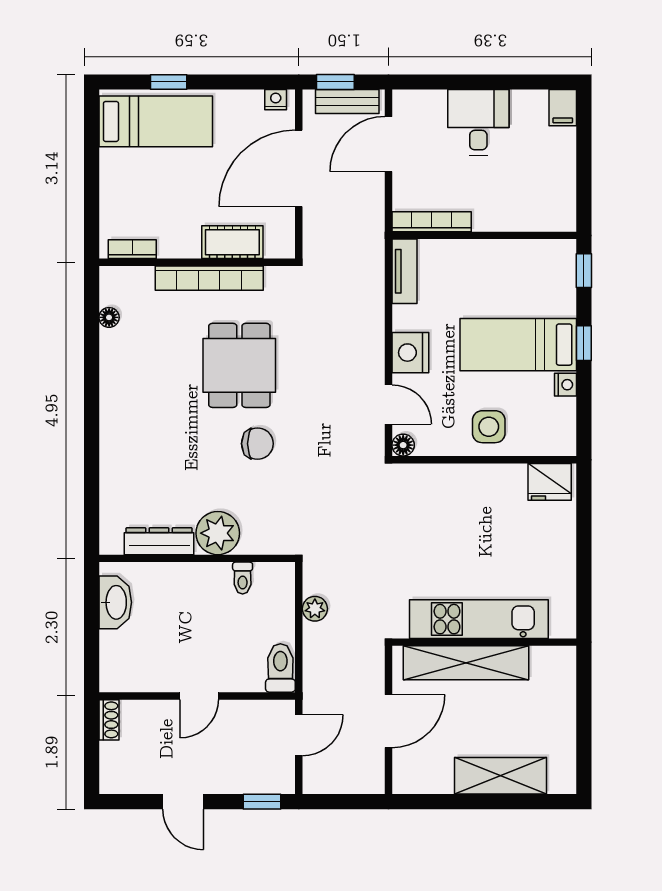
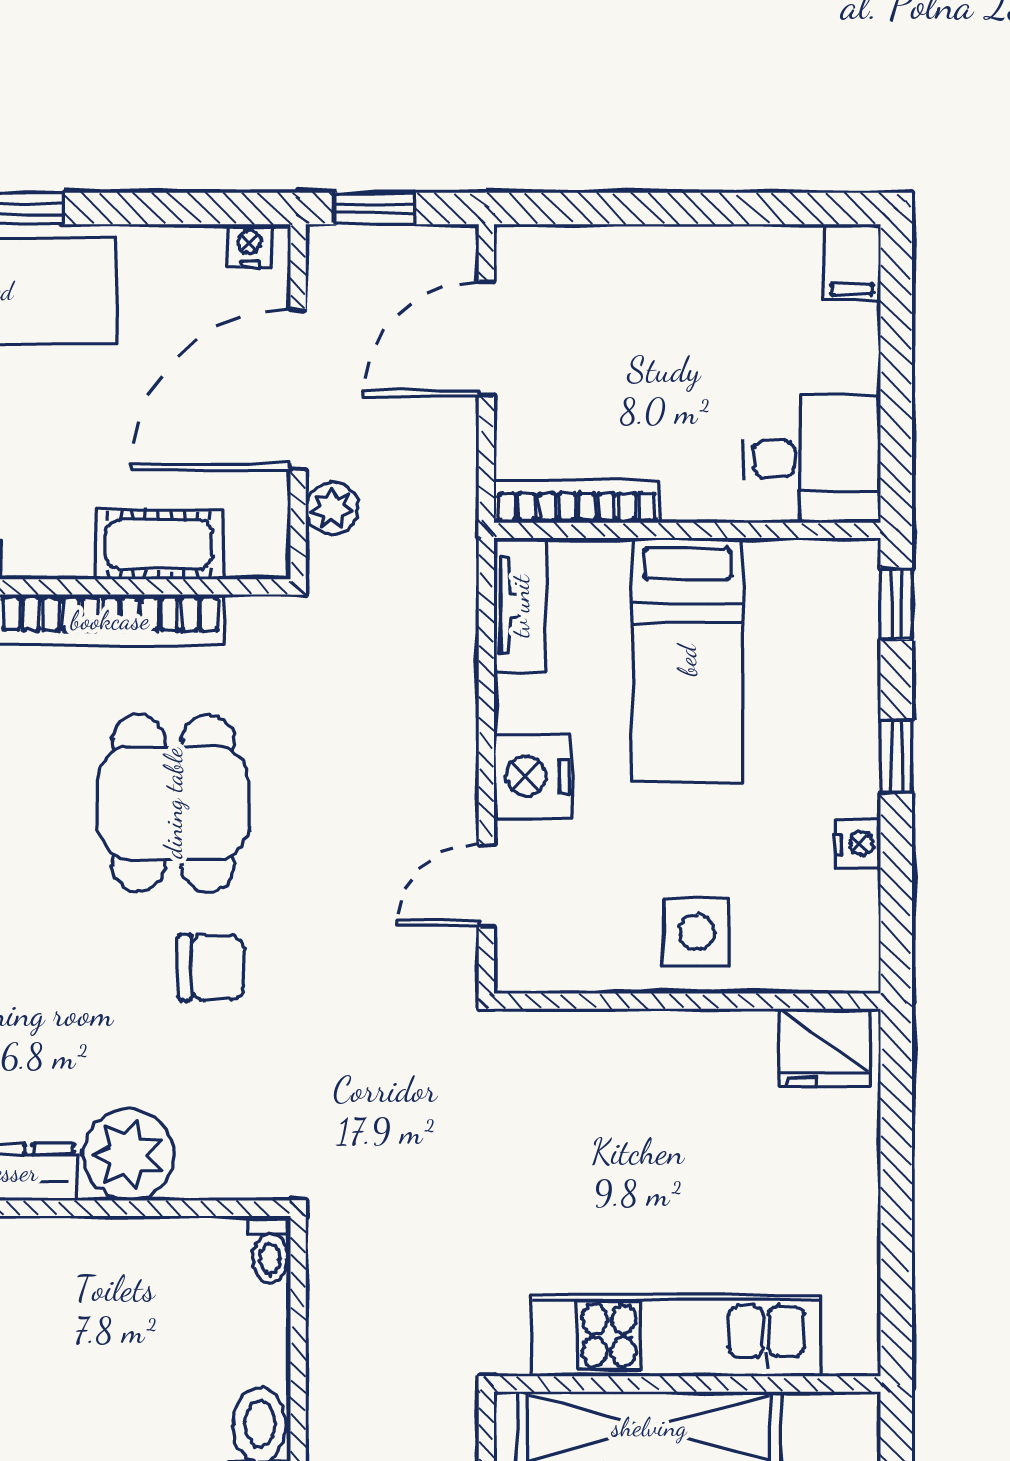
bench: (347, 102) -> (400, 249), removed
desk: (478, 122) -> (812, 459), moved, turned 90
bed: (518, 345) -> (687, 660), moved, turned -90
door: (389, 405) -> (486, 885), swing flipped
floor lamp: (403, 445) -> (517, 970), removed
toilet: (243, 578) -> (270, 1249), moved
plant: (315, 609) -> (332, 509), moved

